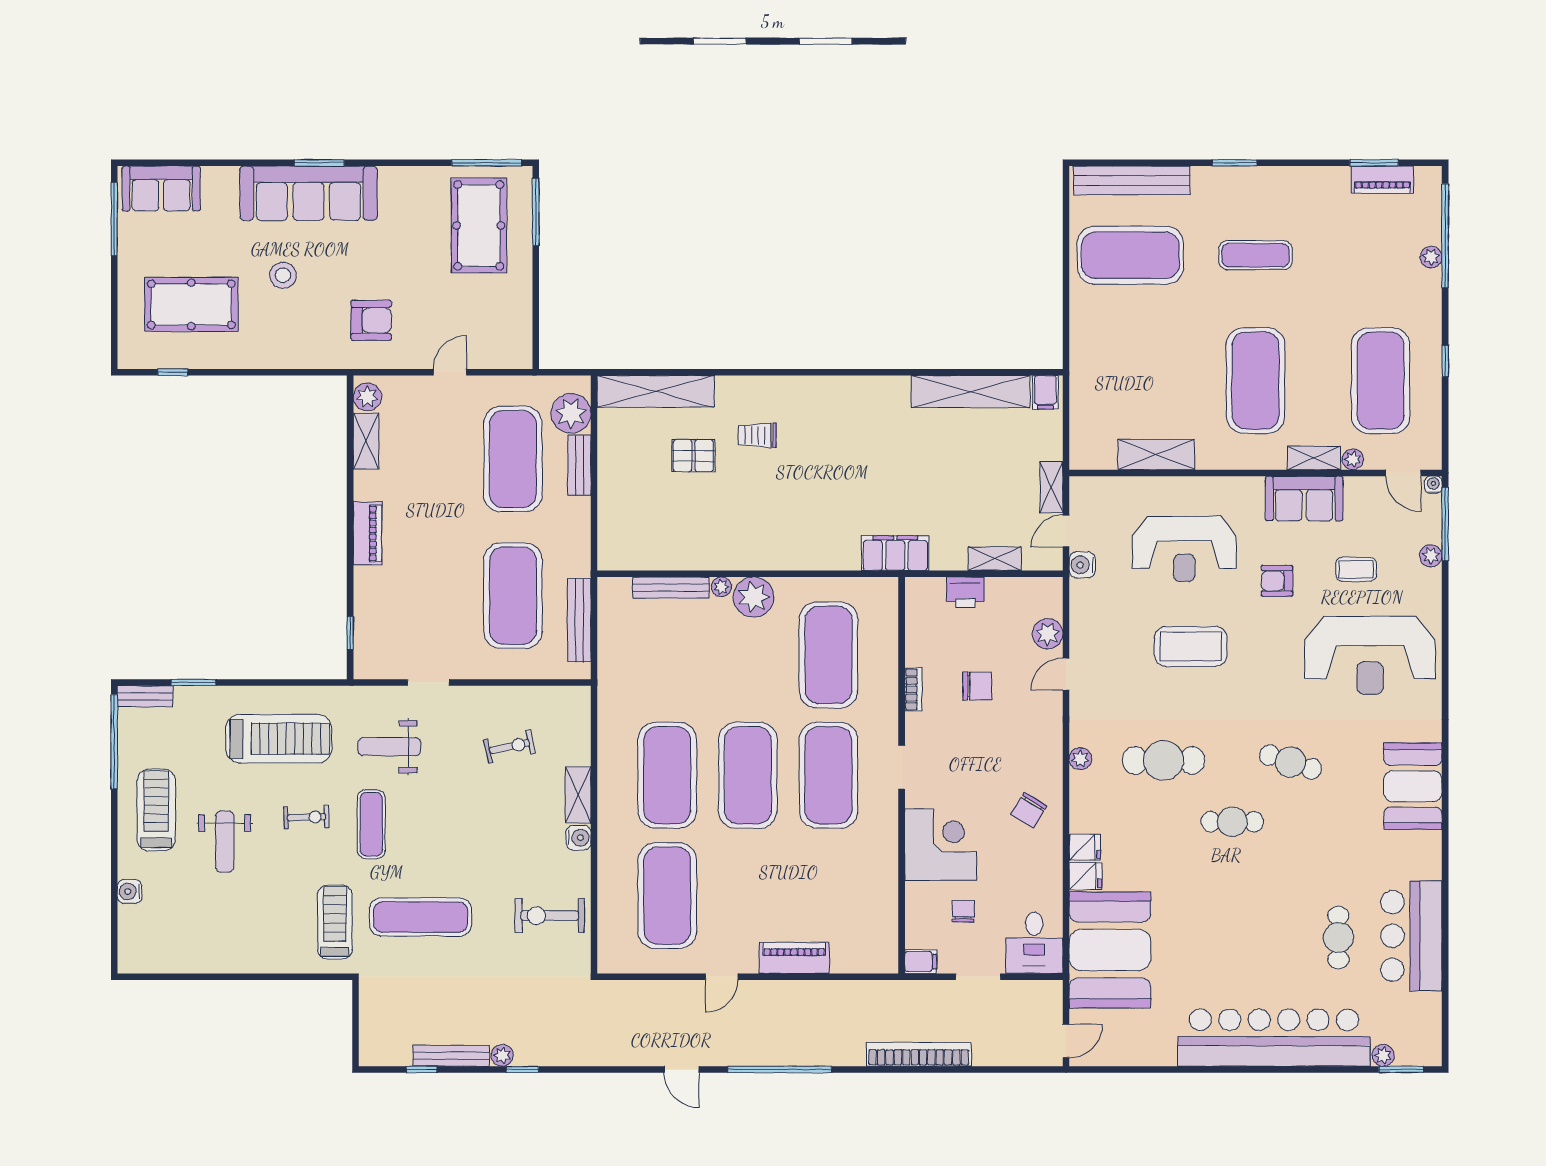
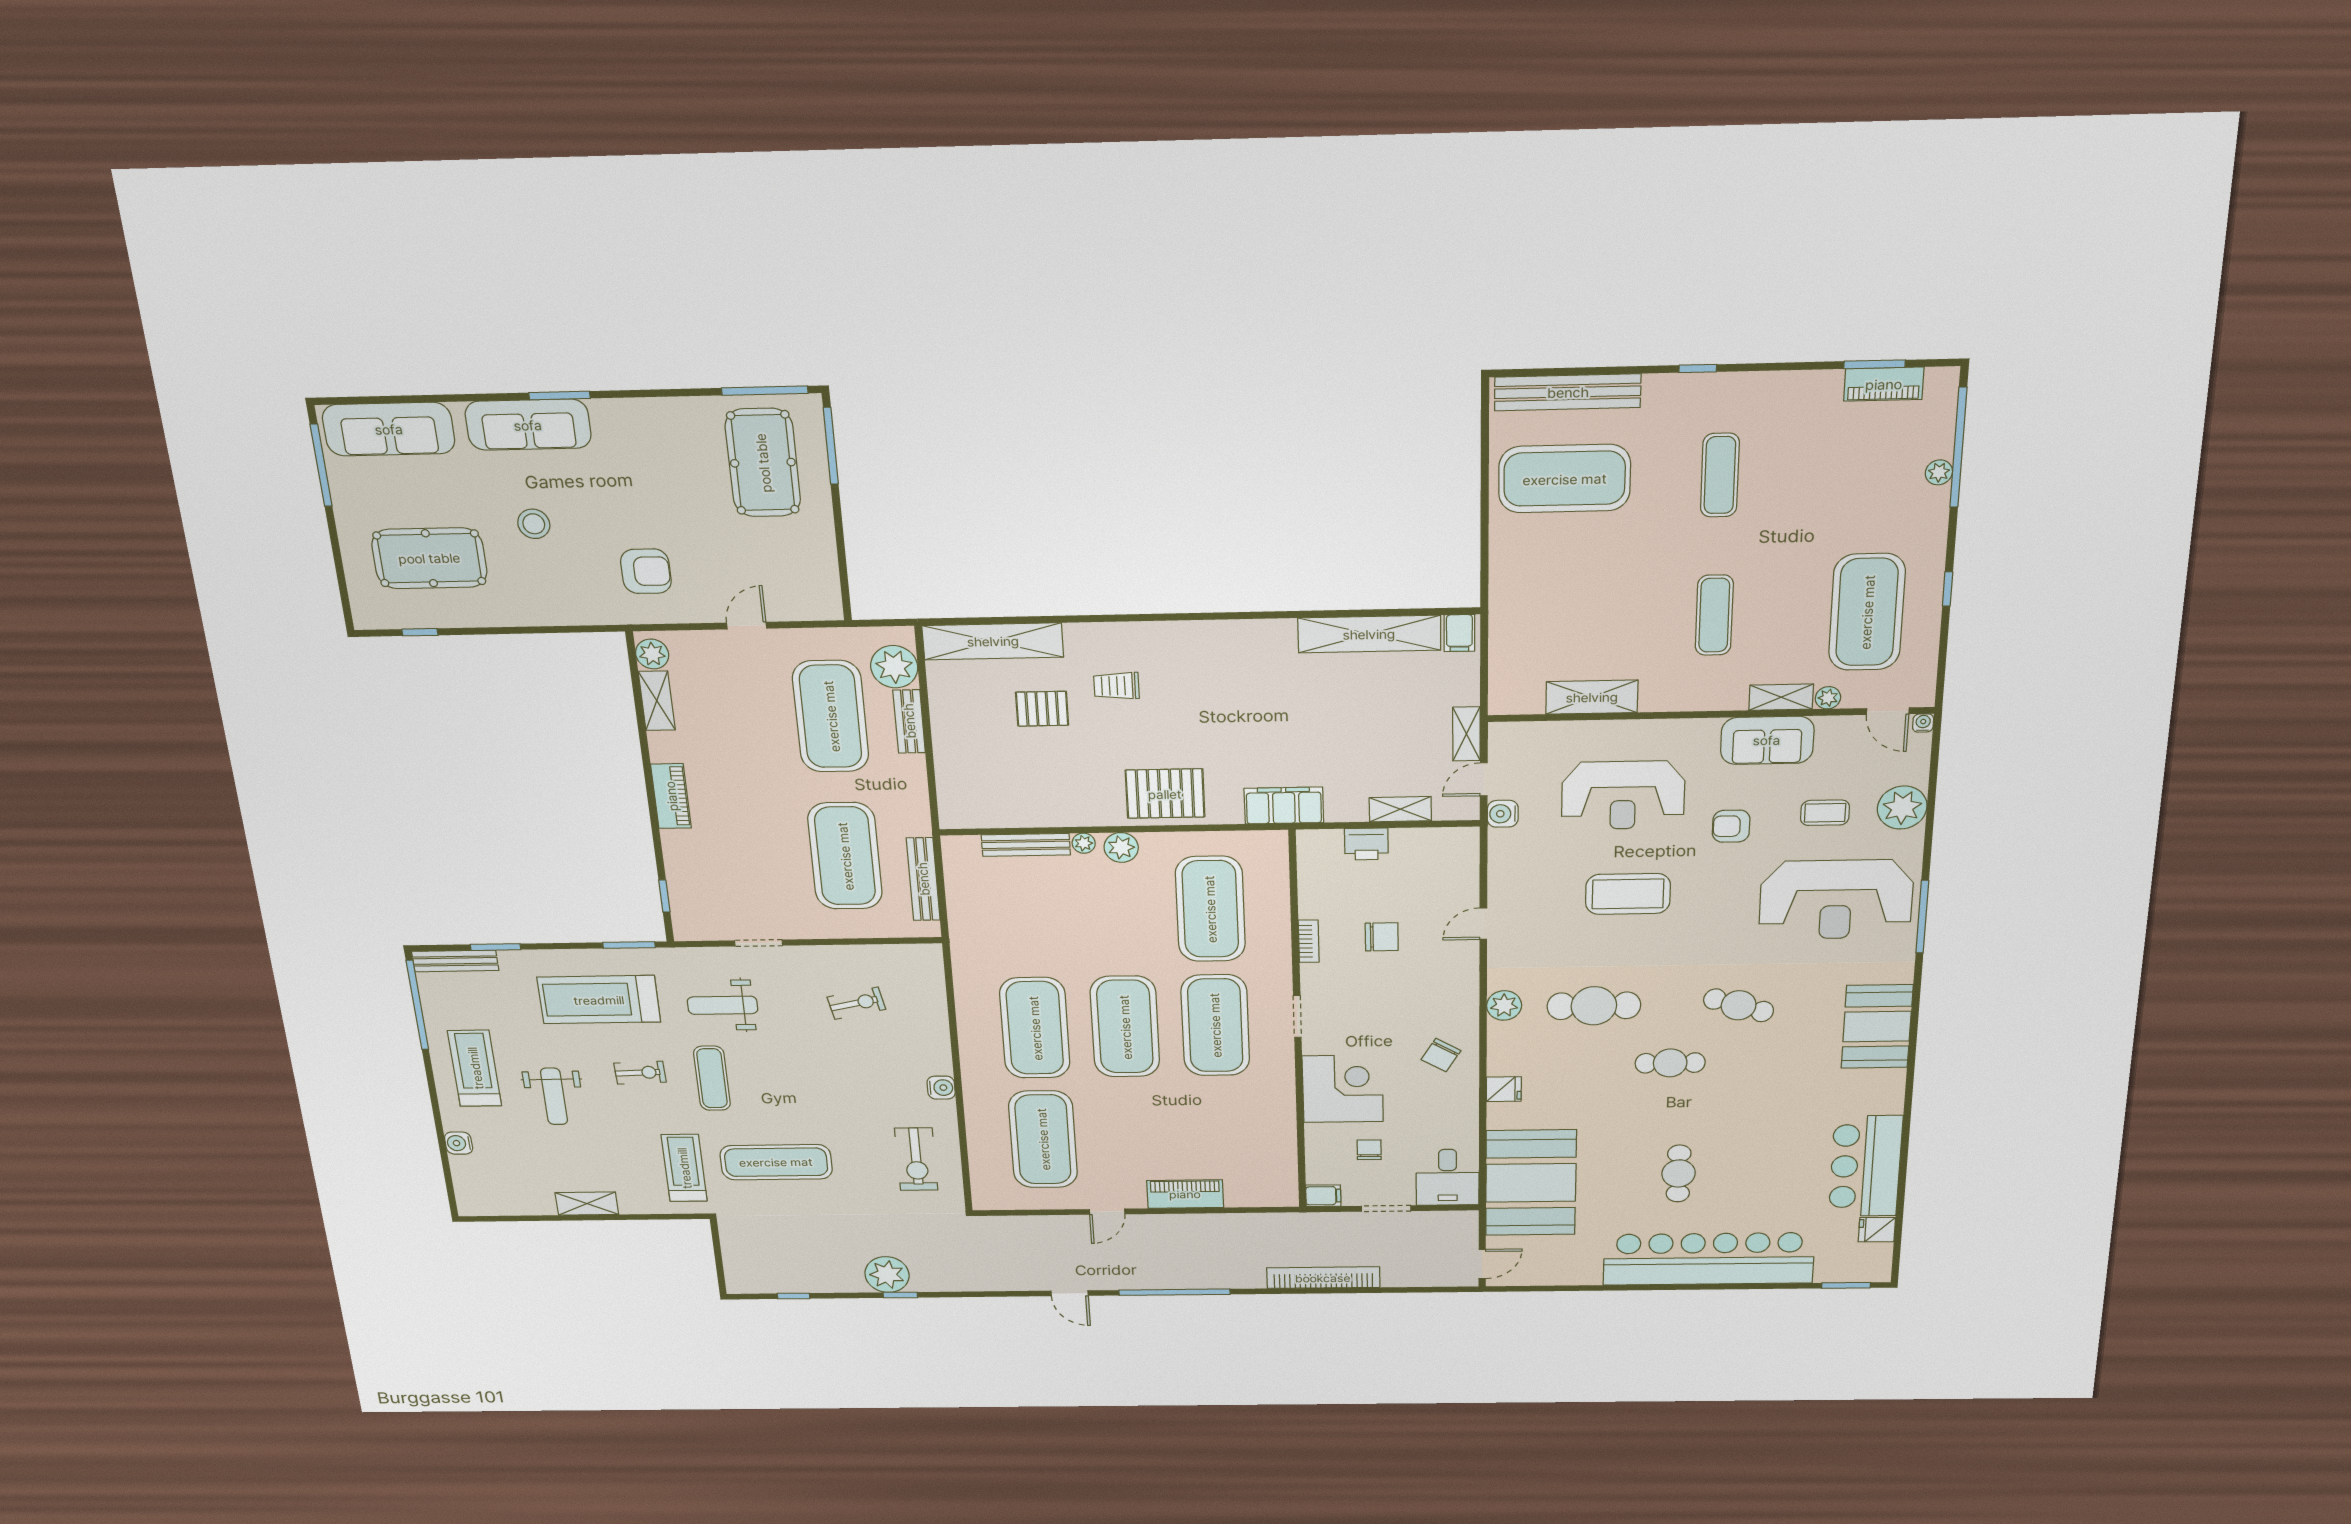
window: (1235, 163) -> (1698, 368), width x0.67
sofa: (161, 189) -> (389, 429), width x1.36
sofa: (308, 193) -> (528, 425), width x0.74, depth x0.79
exercise mat: (1256, 255) -> (1720, 475), turned 90
exercise mat: (1256, 381) -> (1714, 615), width x0.50, depth x0.69
window: (1445, 524) -> (1922, 917), moved
pallet: (794, 539) -> (1165, 794), added
plant: (1431, 556) -> (1902, 808), width x1.88, depth x1.88
plant: (754, 597) -> (1121, 847), width x0.73, depth x0.73
plant: (1048, 634) -> (1462, 884), removed
window: (313, 682) -> (629, 945), added
bench: (145, 696) -> (455, 961), width x1.36
treadmill: (279, 739) -> (599, 1000), turned 180
plant: (1080, 759) -> (1504, 1005), width x1.38, depth x1.38
shelving: (578, 795) -> (587, 1204), moved, turned 90
fridge: (1085, 876) -> (1877, 1230), moved, turned 180
exercise bike: (550, 916) -> (916, 1159), turned -90
cafe table: (1338, 938) -> (1679, 1173), moved
plant: (502, 1055) -> (887, 1275), width x1.87, depth x1.87
plant: (1383, 1055) -> (1827, 1273), removed
bench: (451, 1056) -> (823, 1284), removed

